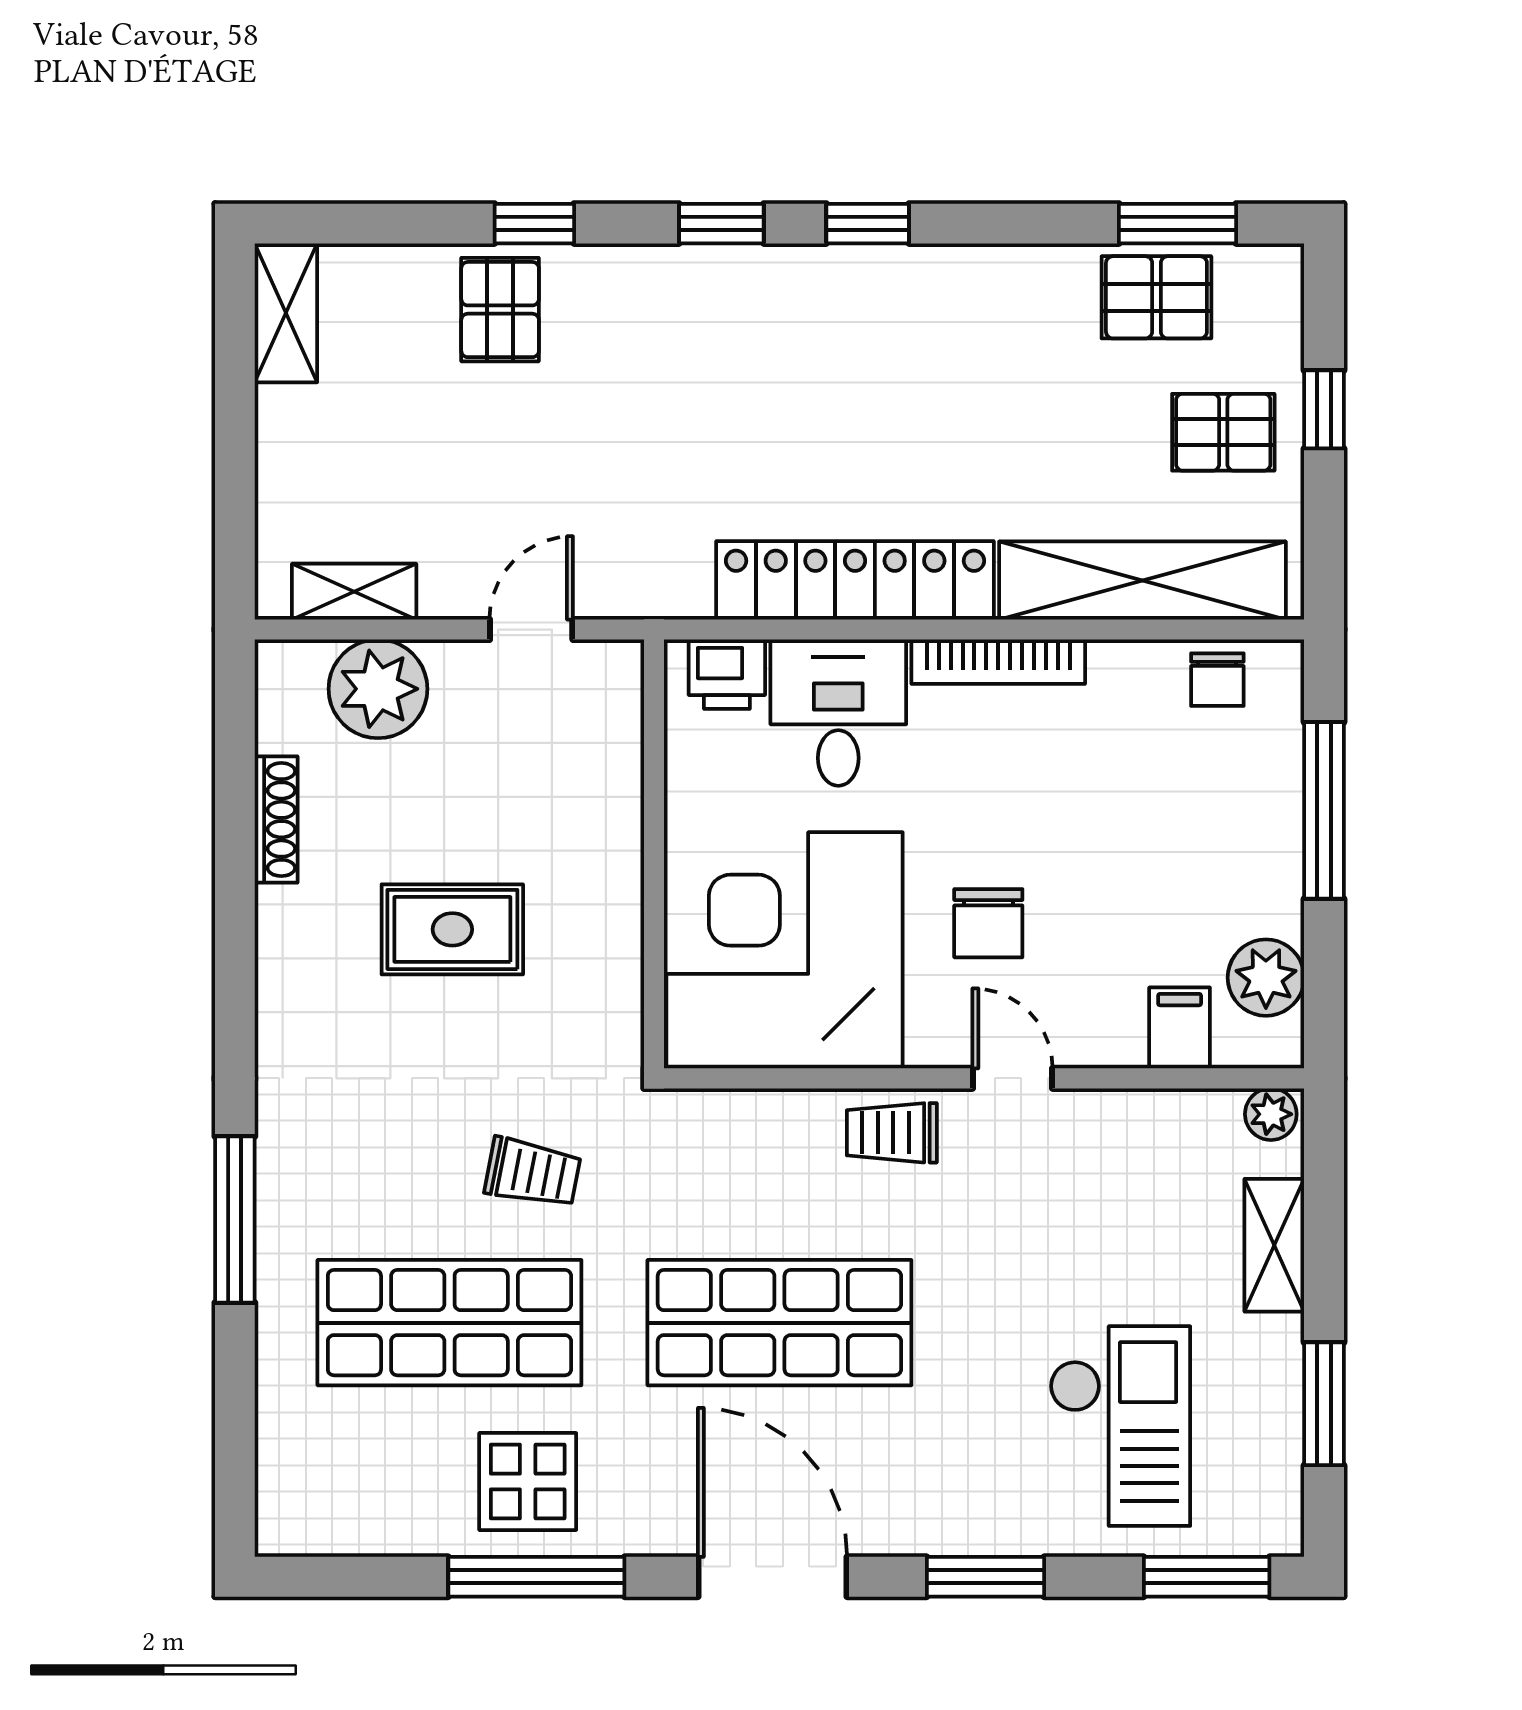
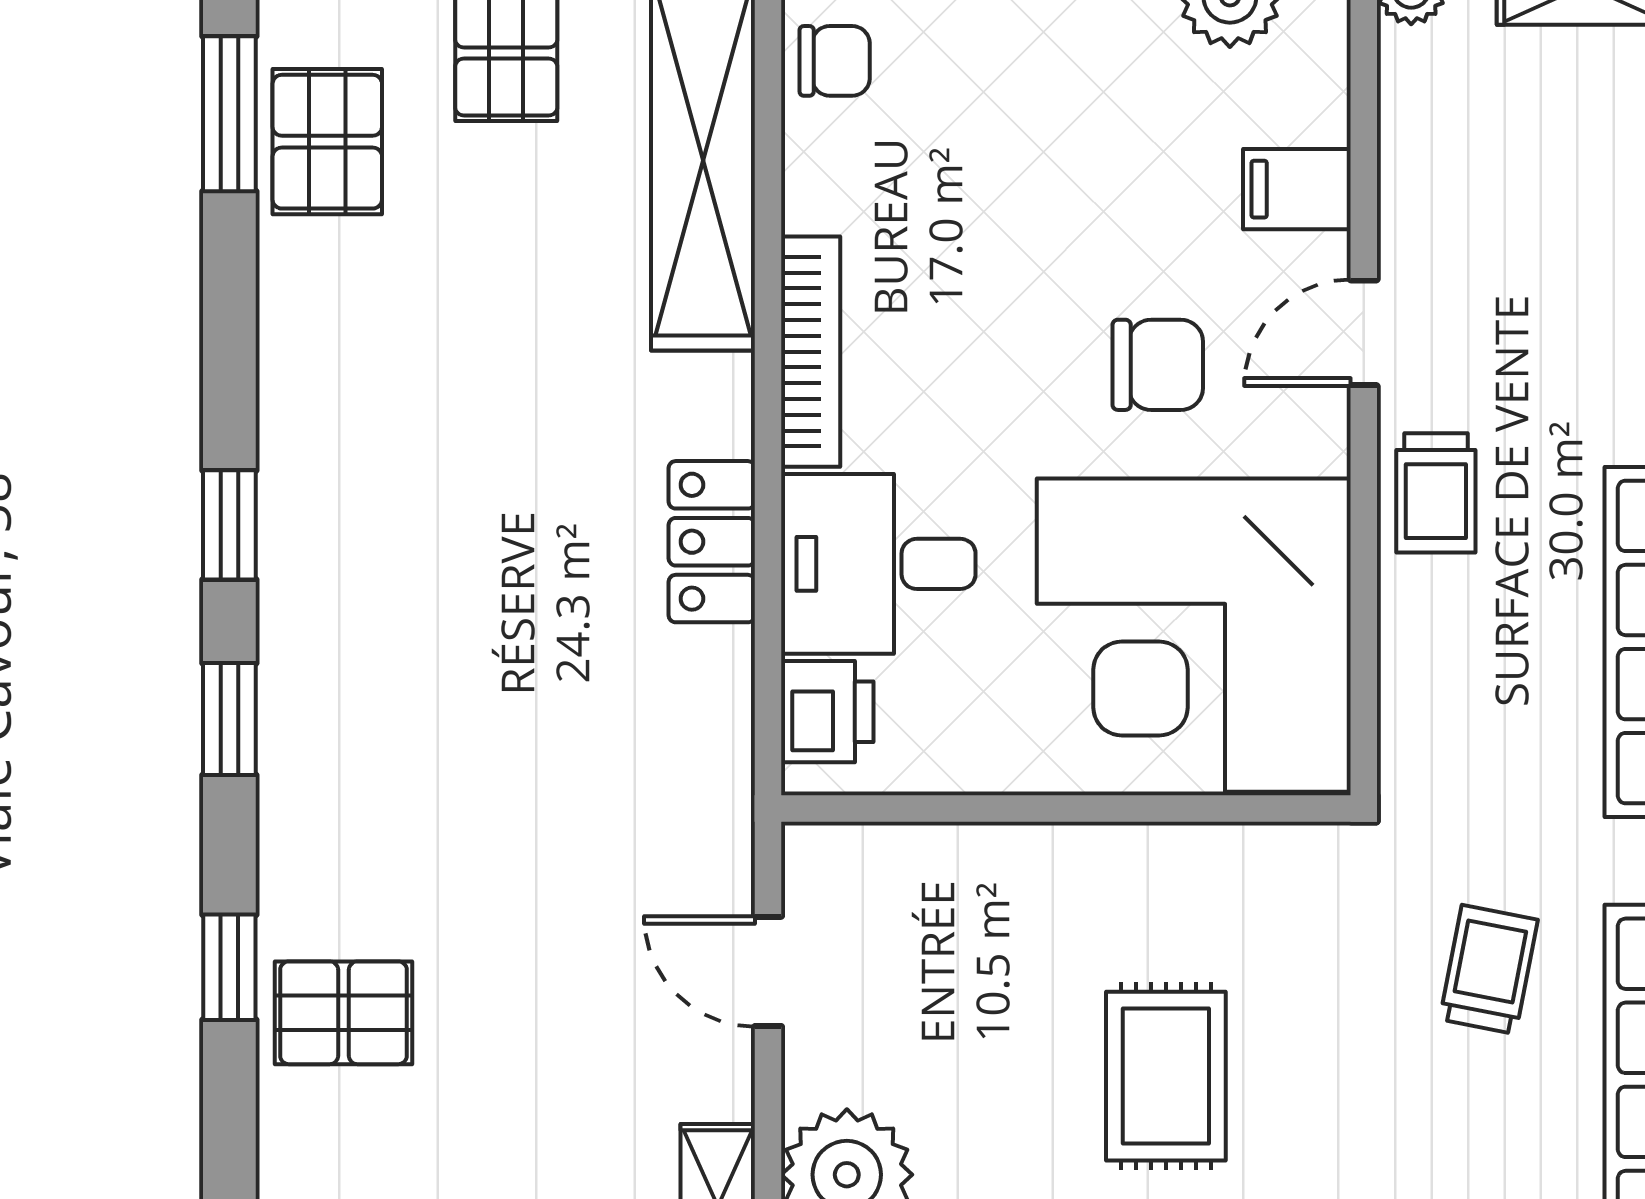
locker: (855, 580) -> (712, 542), width x0.46, depth x0.83
filing cabinet: (1180, 1028) -> (1297, 189), moved

